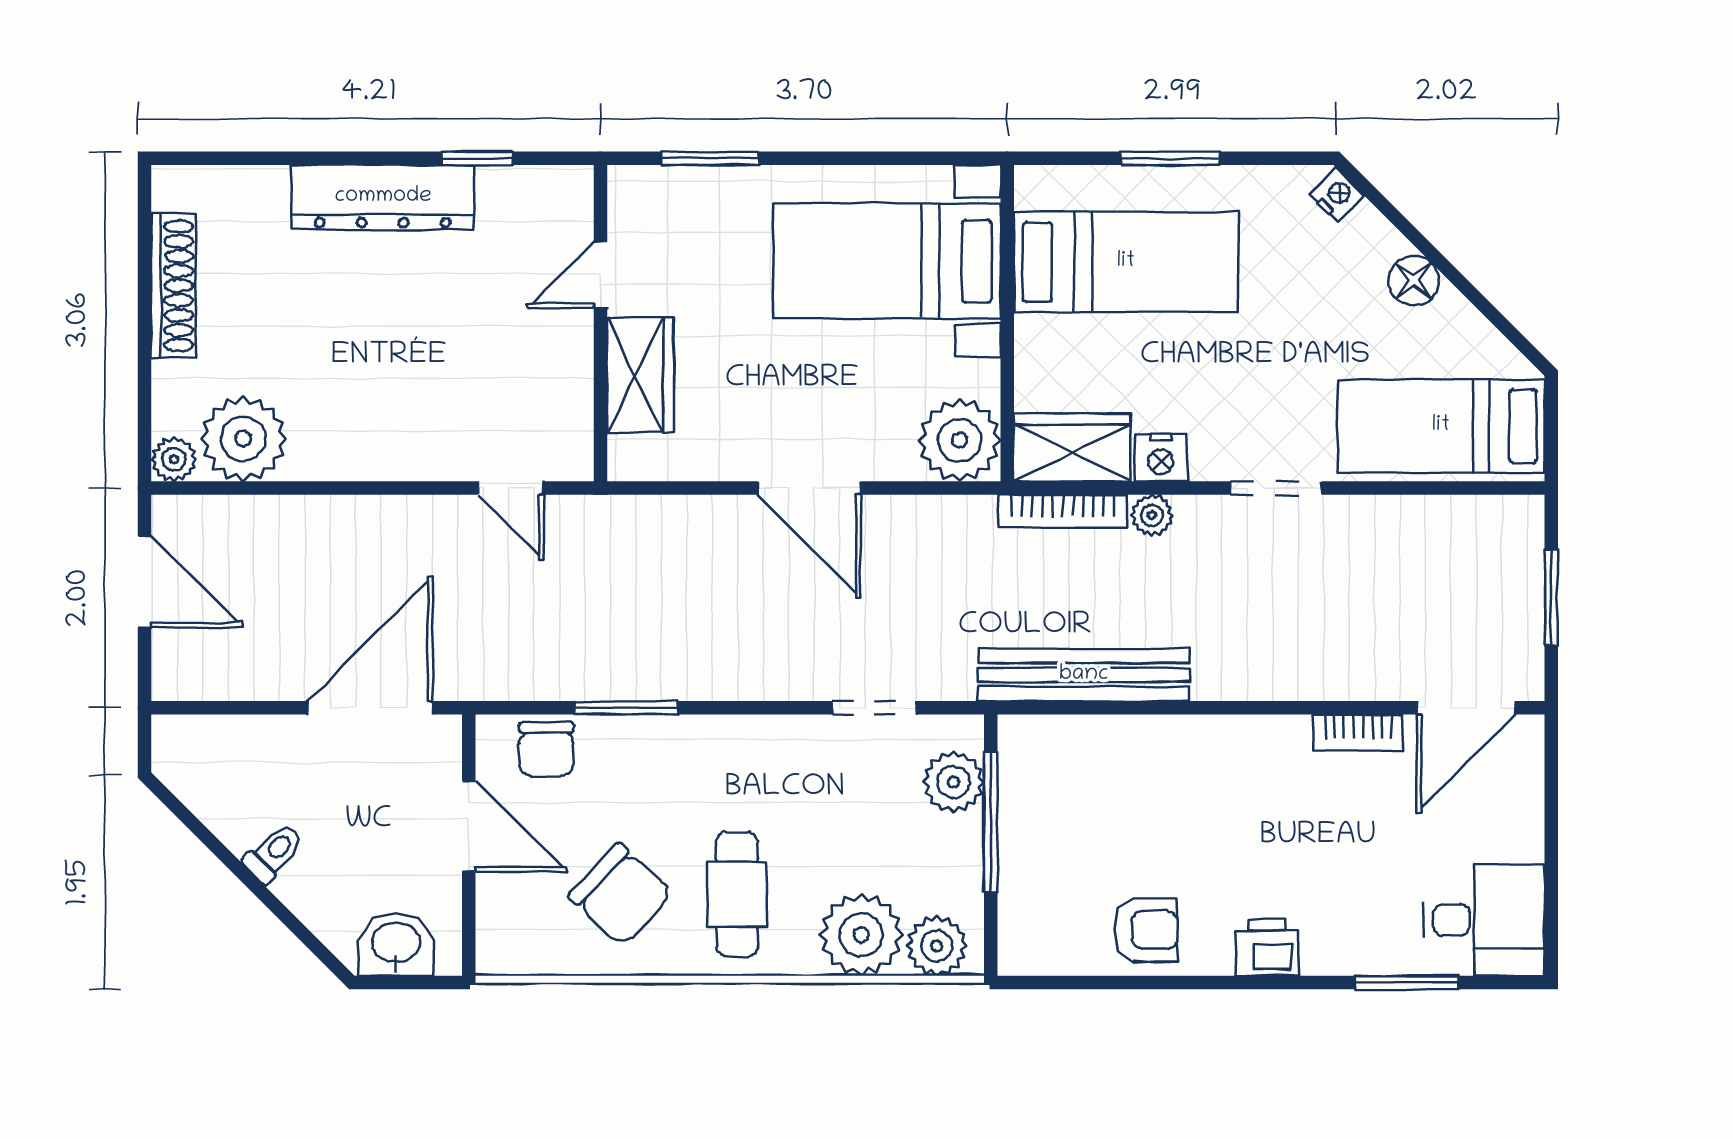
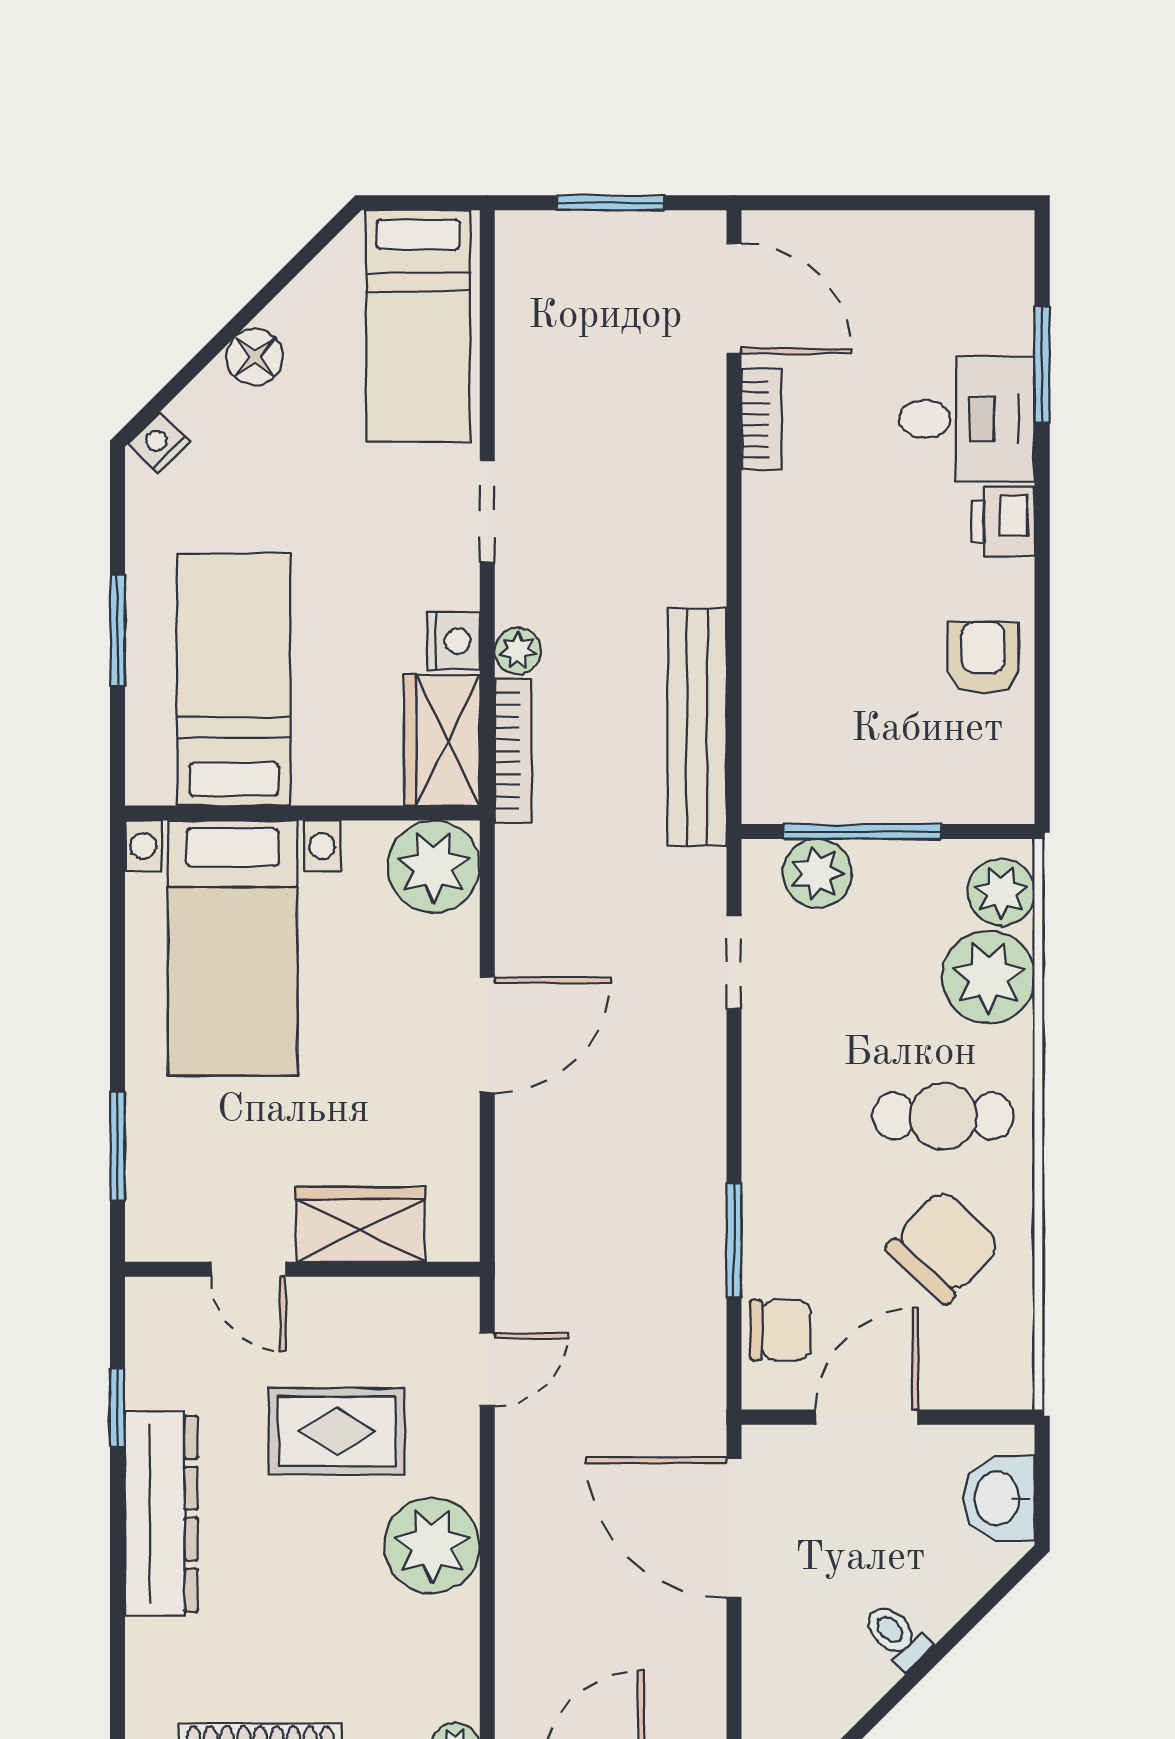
rug: (456, 354) -> (337, 1431), added
plant: (243, 439) -> (432, 1546), moved
desk: (1484, 920) -> (967, 419), moved, turned 90

